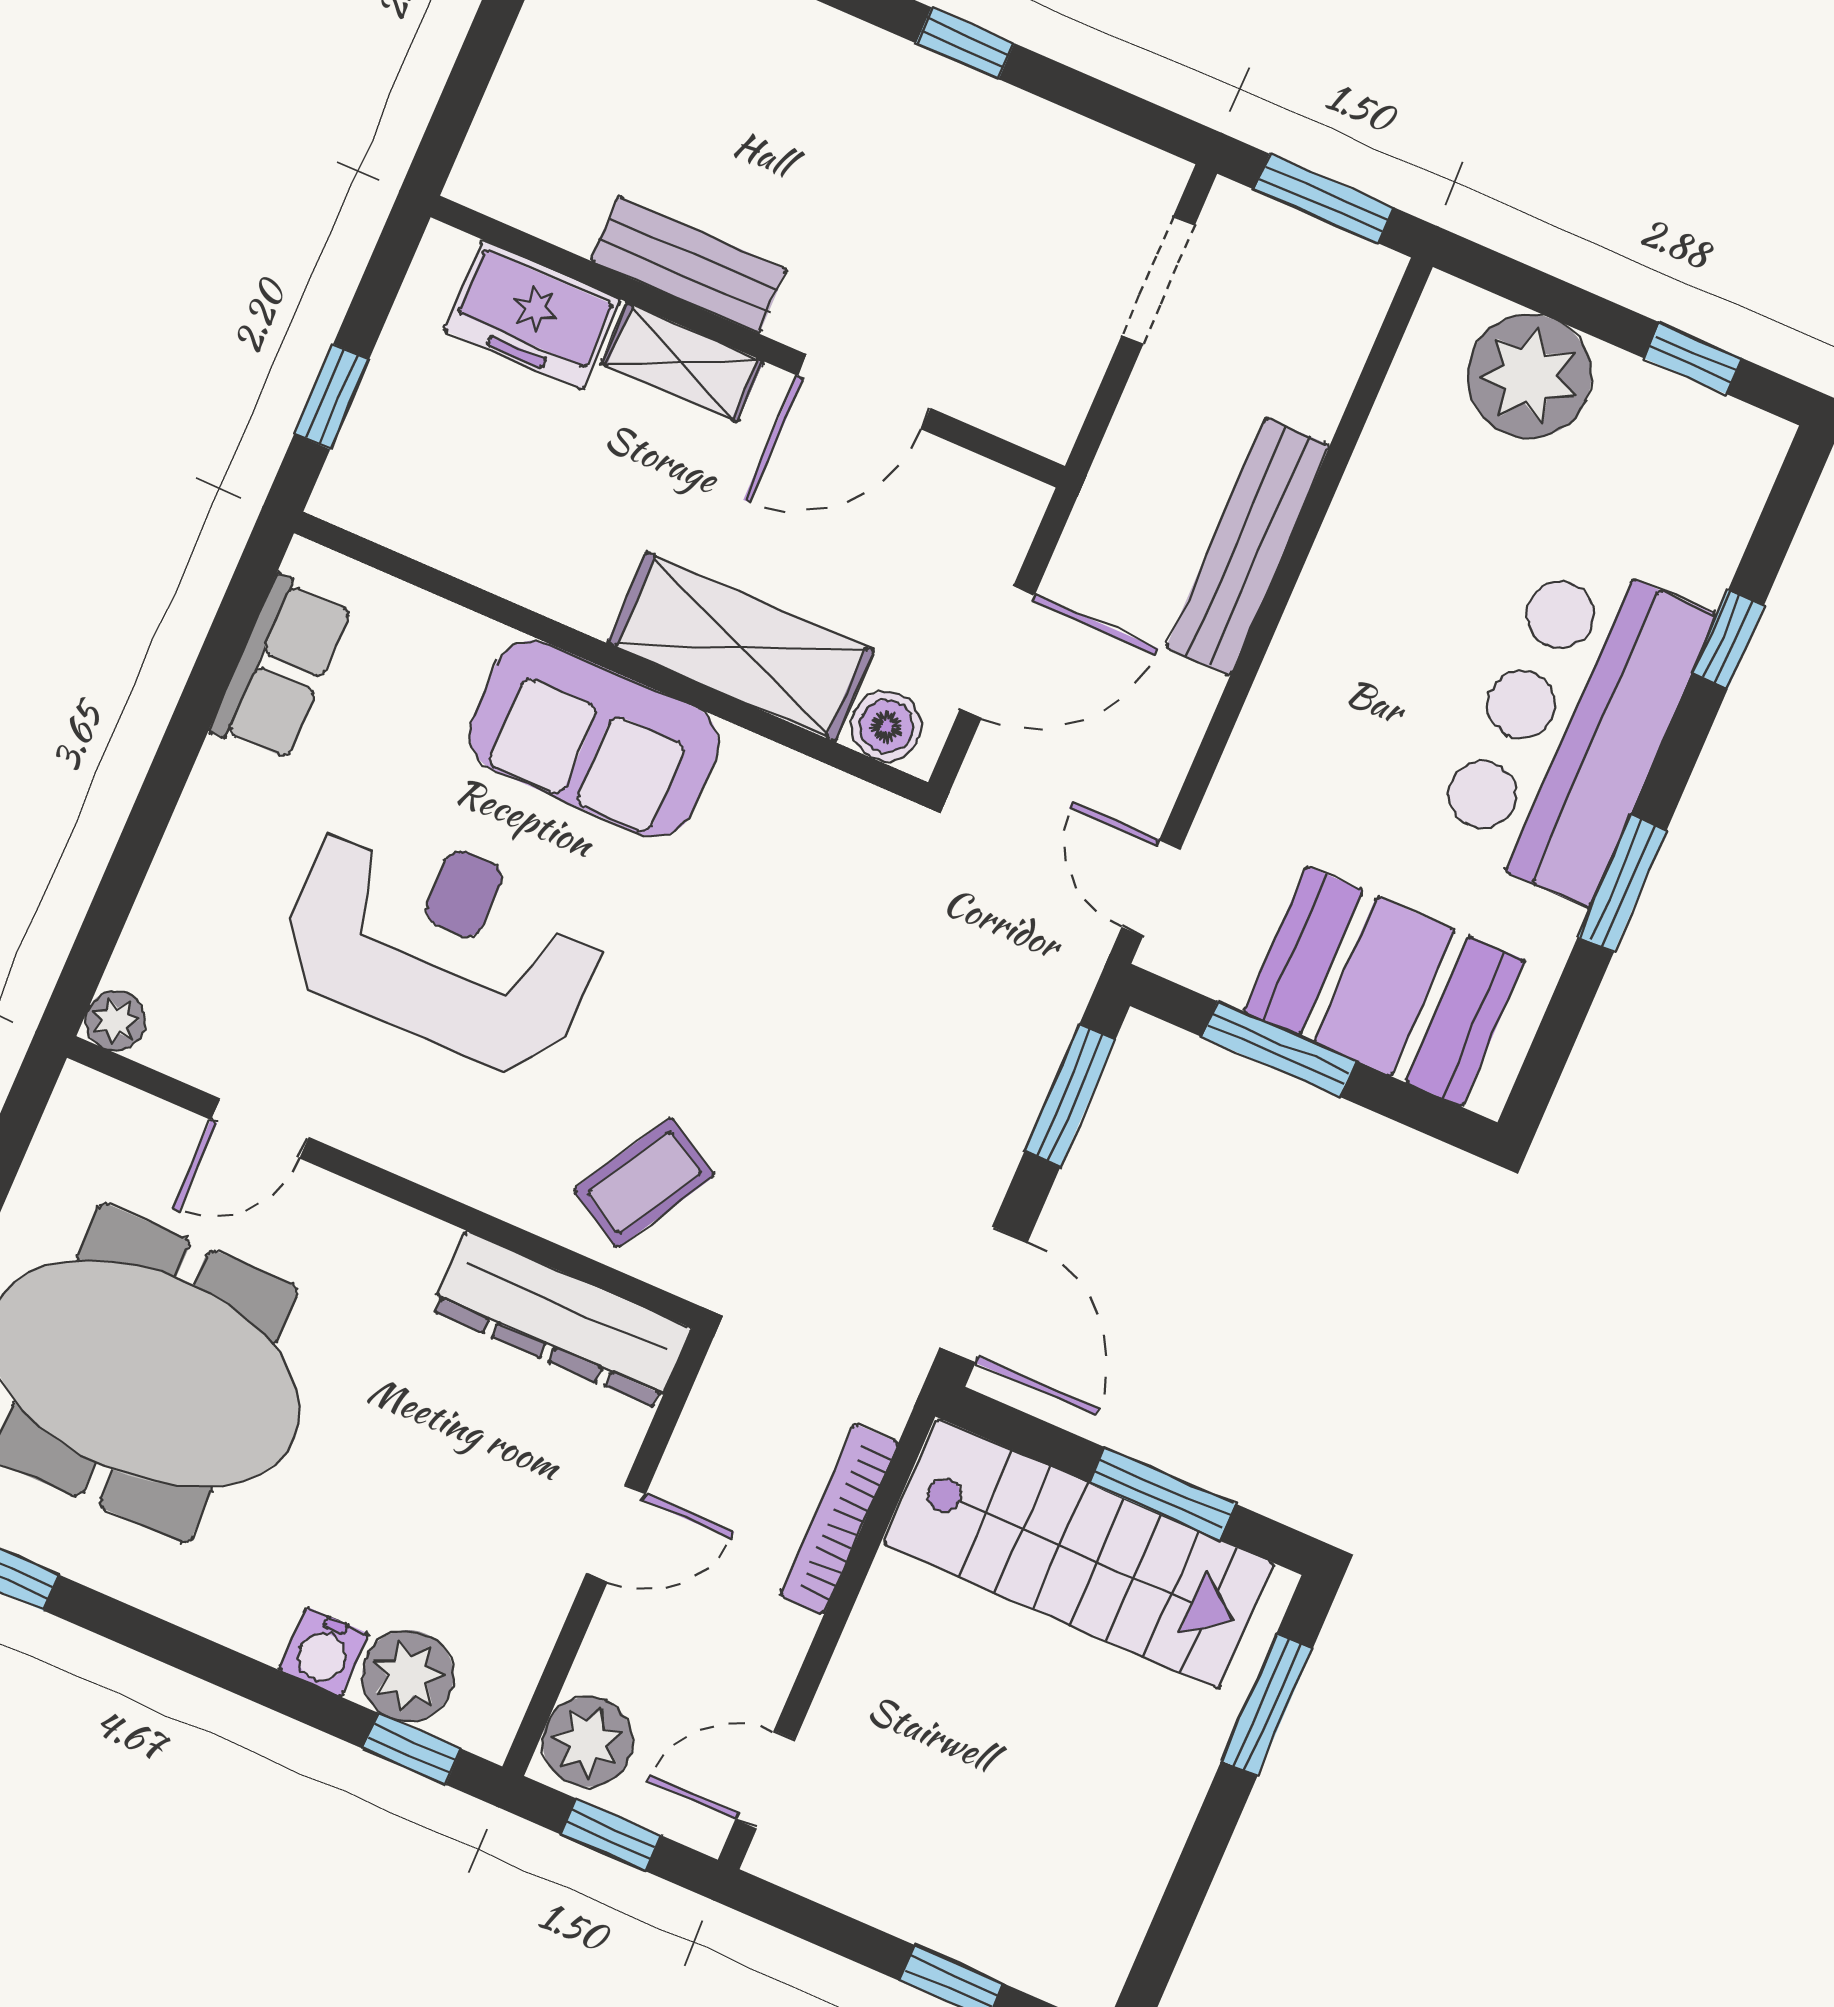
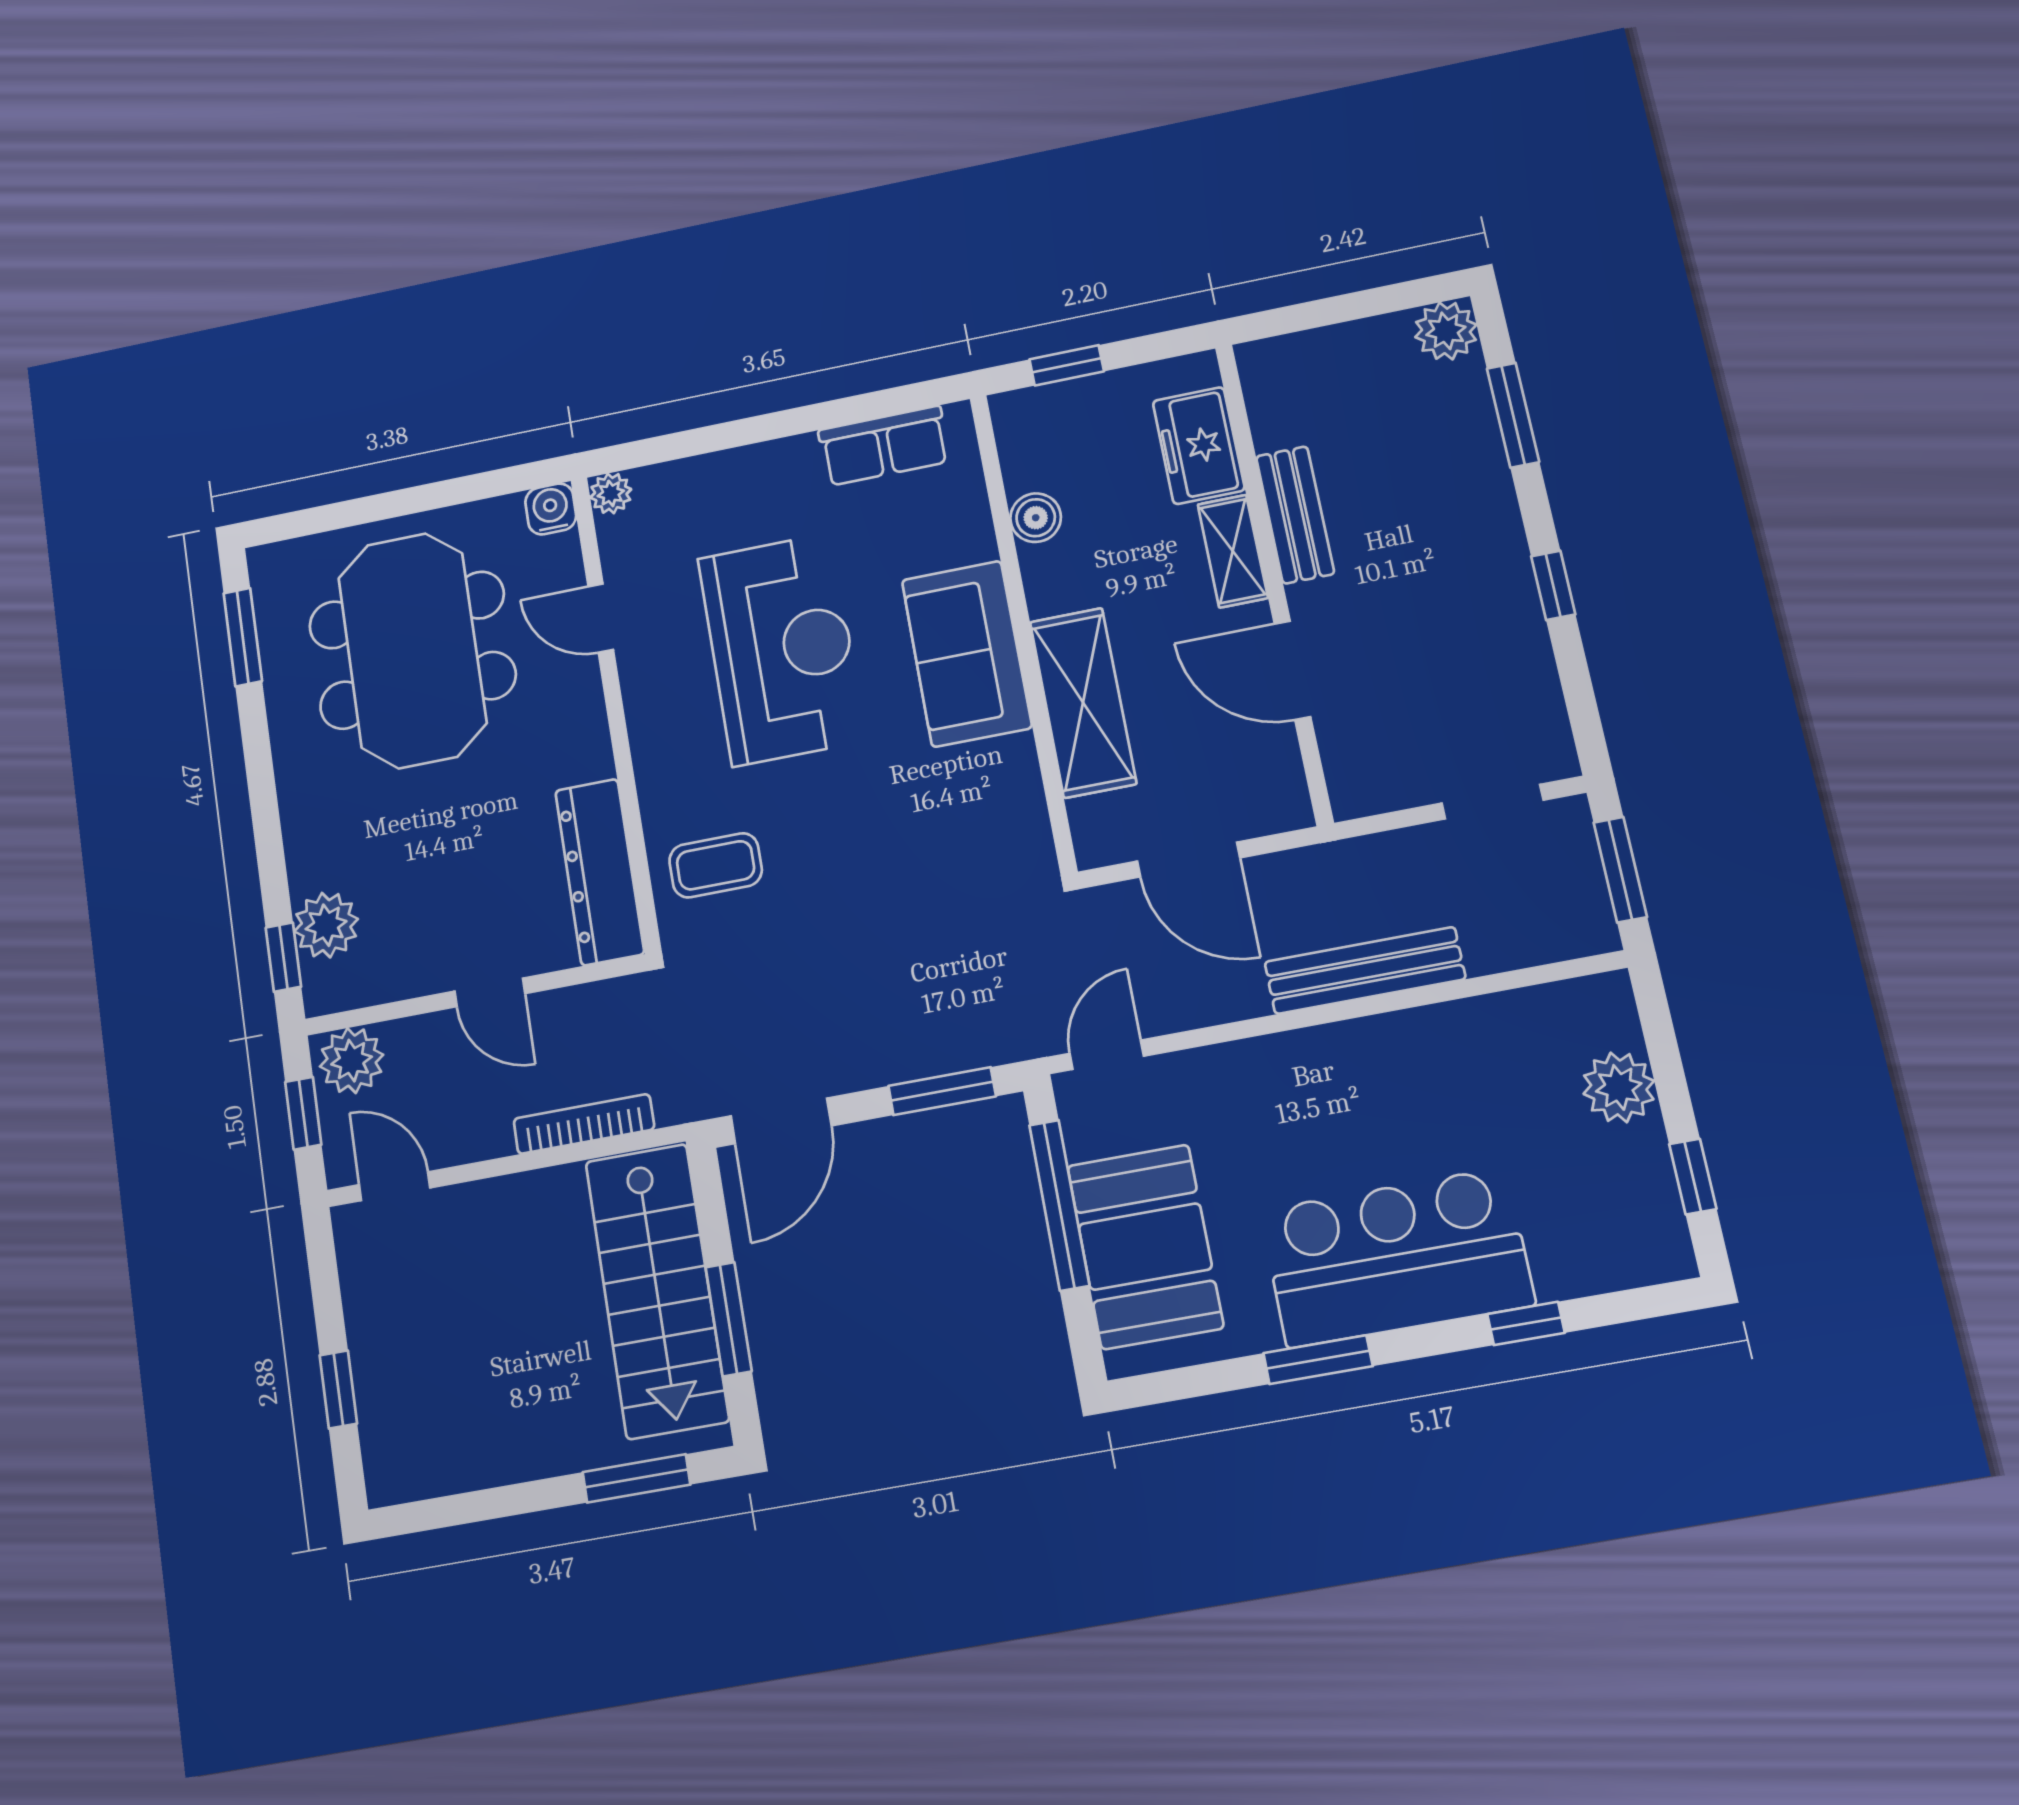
plant: (1529, 376) -> (1619, 1087), width x0.73, depth x0.73
boiler: (886, 726) -> (1036, 518), moved
window: (1279, 1049) -> (1059, 1205), width x1.44
coffee table: (644, 1182) -> (716, 865), turned -30
water cooler: (324, 1652) -> (551, 509), moved, turned 90

